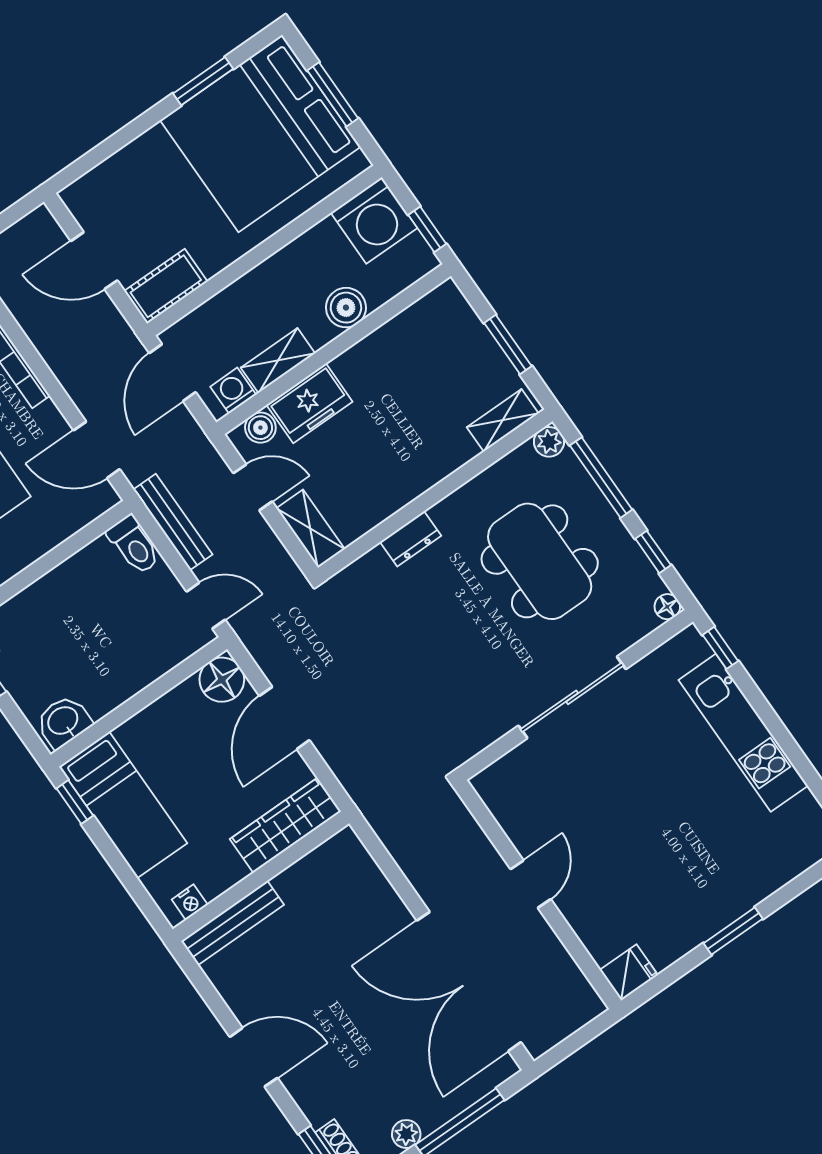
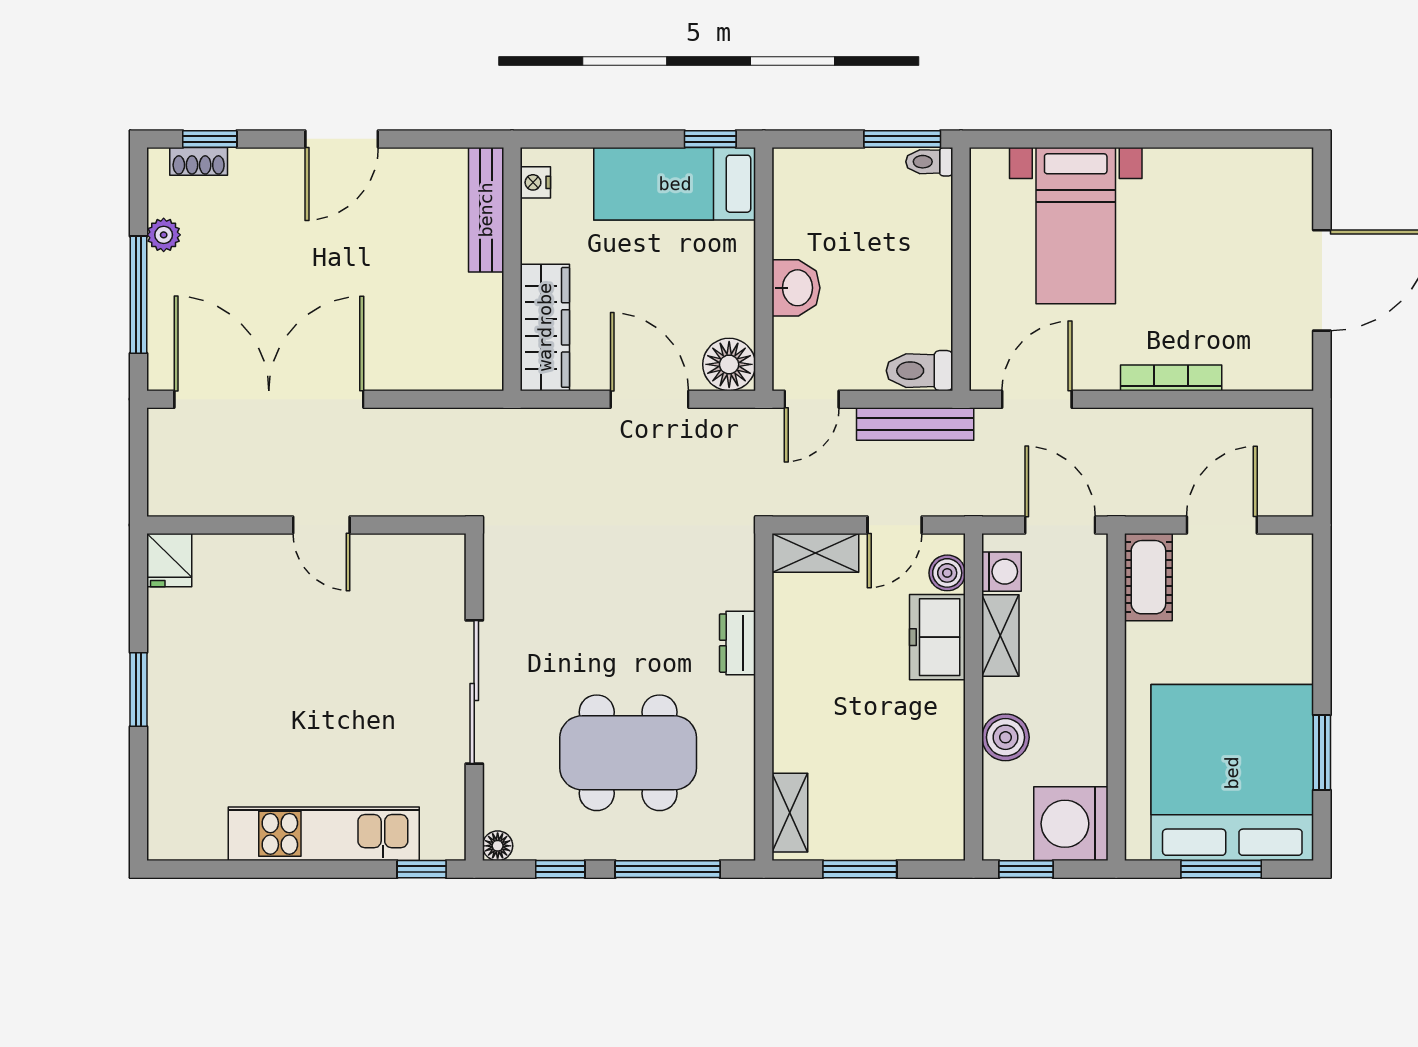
plant: (549, 442) -> (738, 843), removed
washbasin: (63, 721) -> (796, 288), moved

